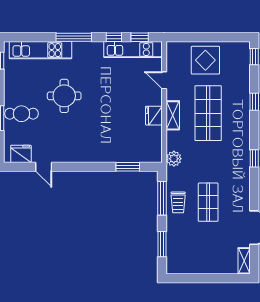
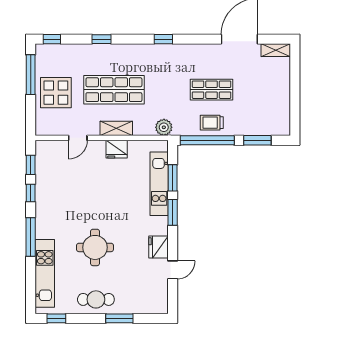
window: (222, 37) -> (31, 75), added
kitchen unit: (133, 50) -> (159, 184), moved, turned 180
cafe table: (21, 114) -> (96, 299), moved, turned 90
fridge: (21, 154) -> (158, 247), moved
window: (96, 167) -> (173, 212), added
window: (162, 198) -> (207, 140), width x1.46
trolley: (178, 202) -> (212, 123), turned 180

